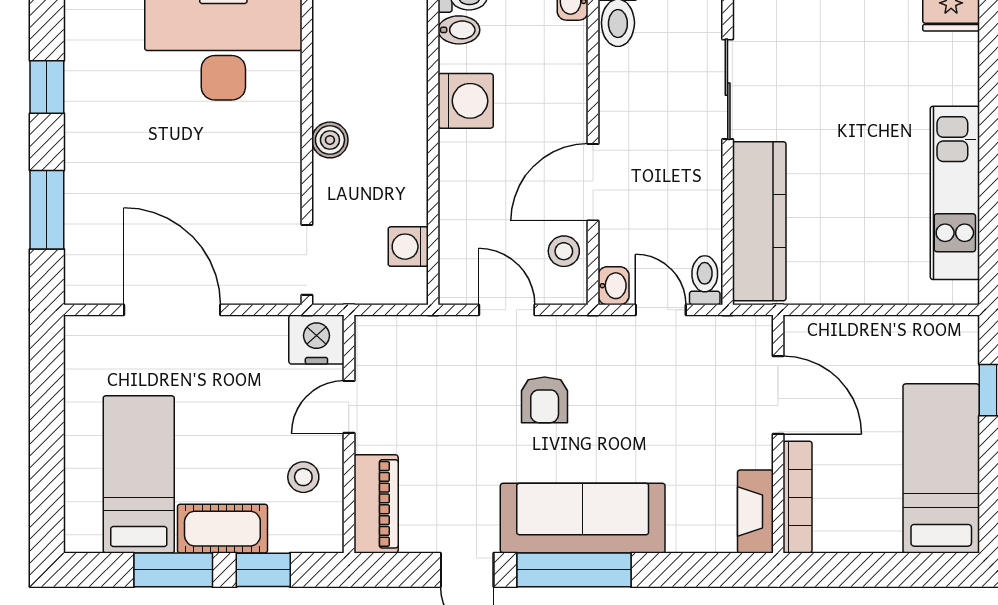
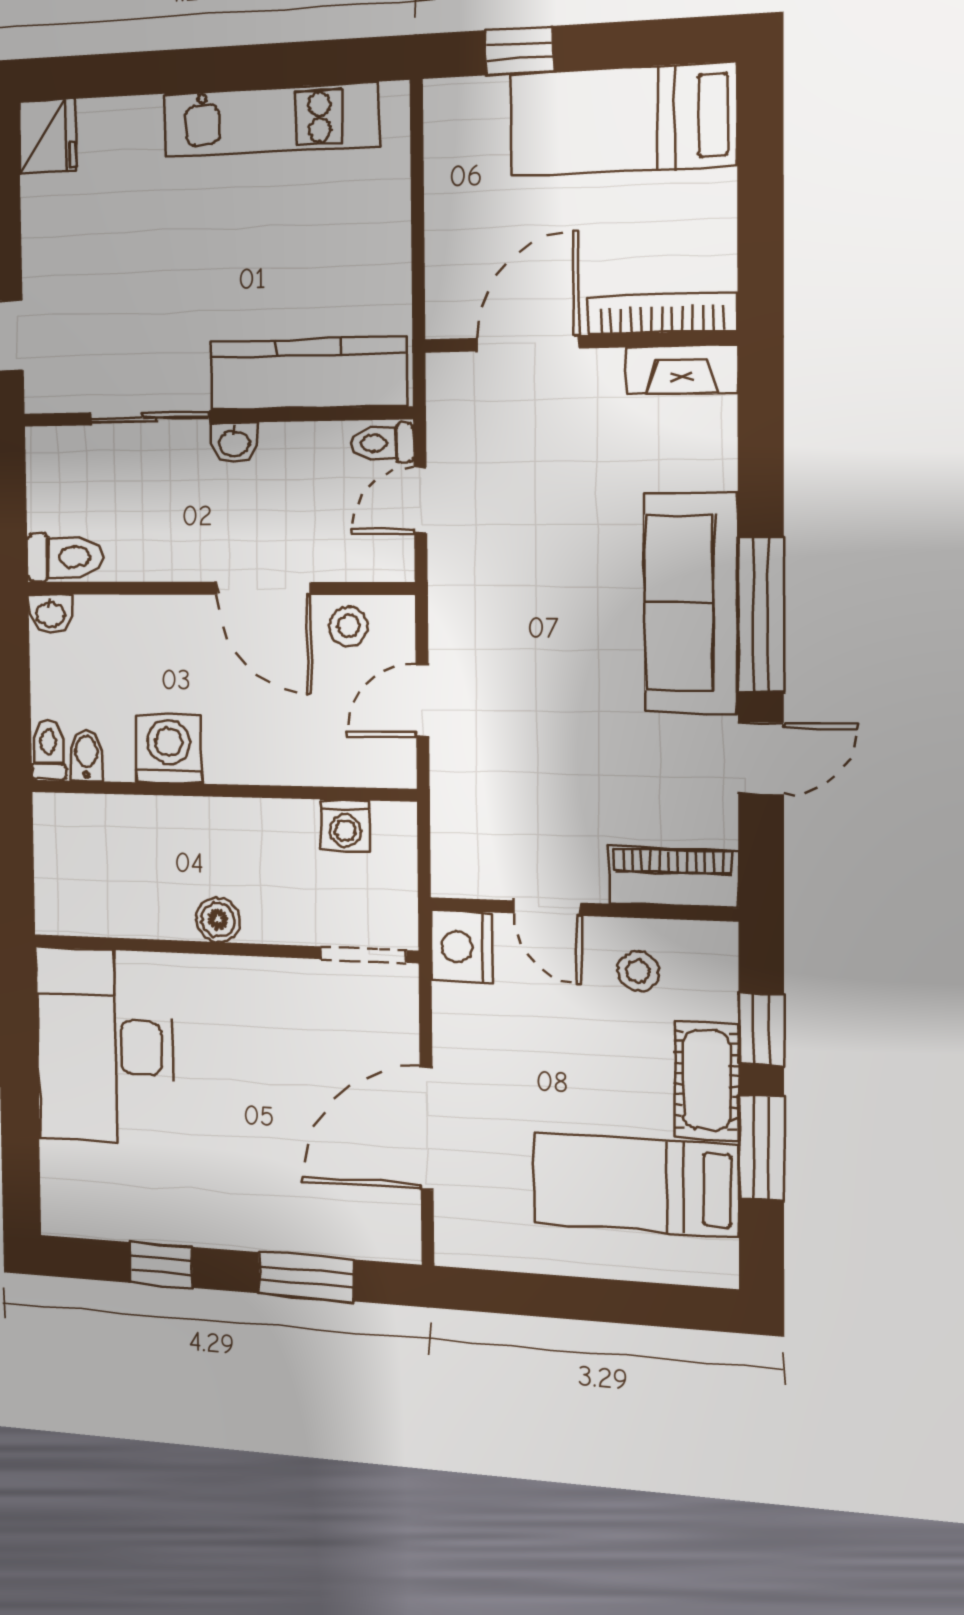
washbasin: (614, 286) -> (234, 442), moved, turned 180
armchair: (545, 400) -> (536, 652), removed

